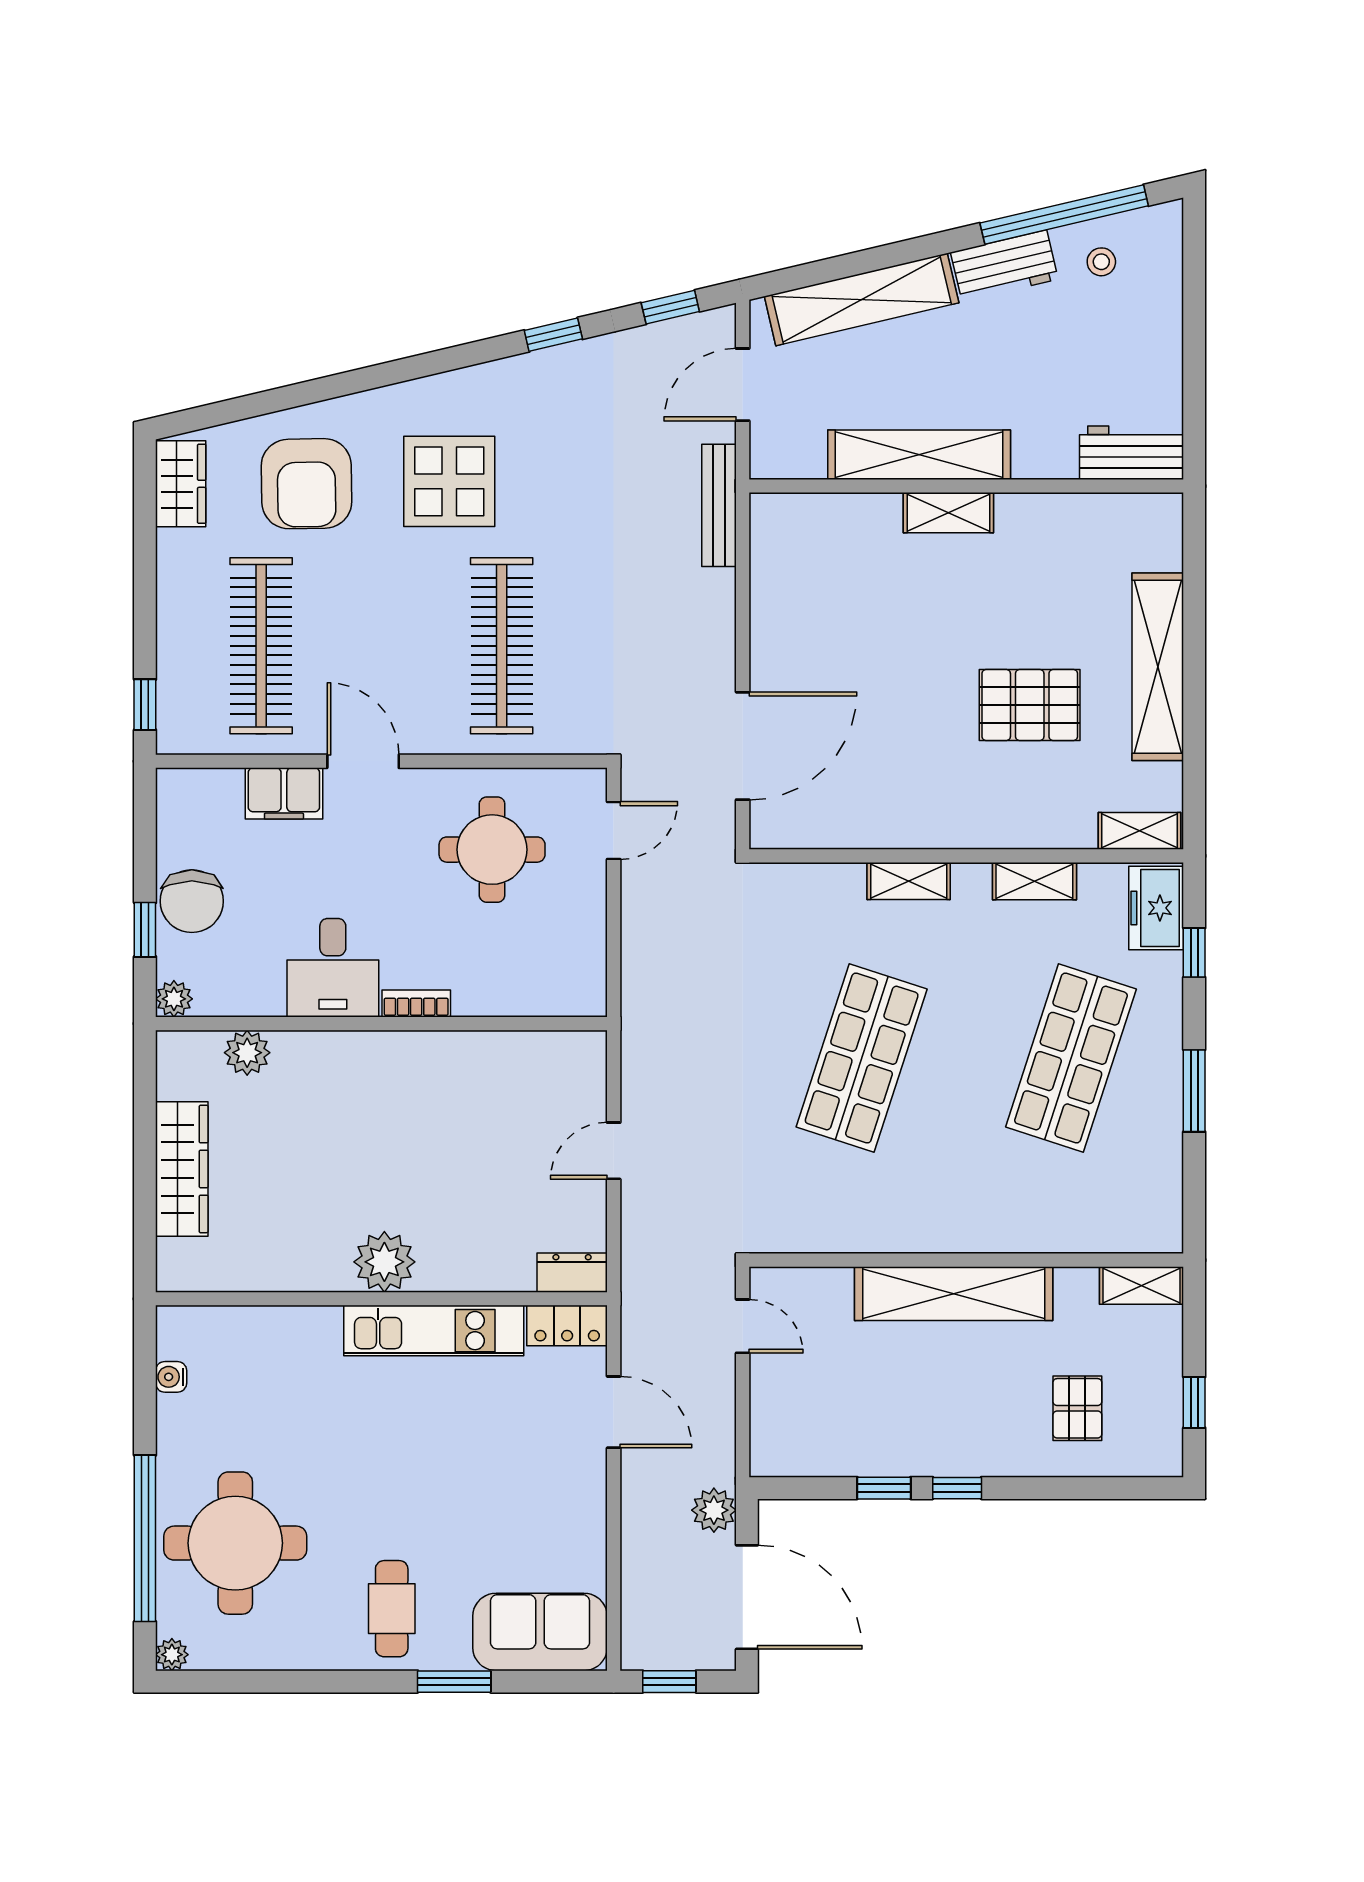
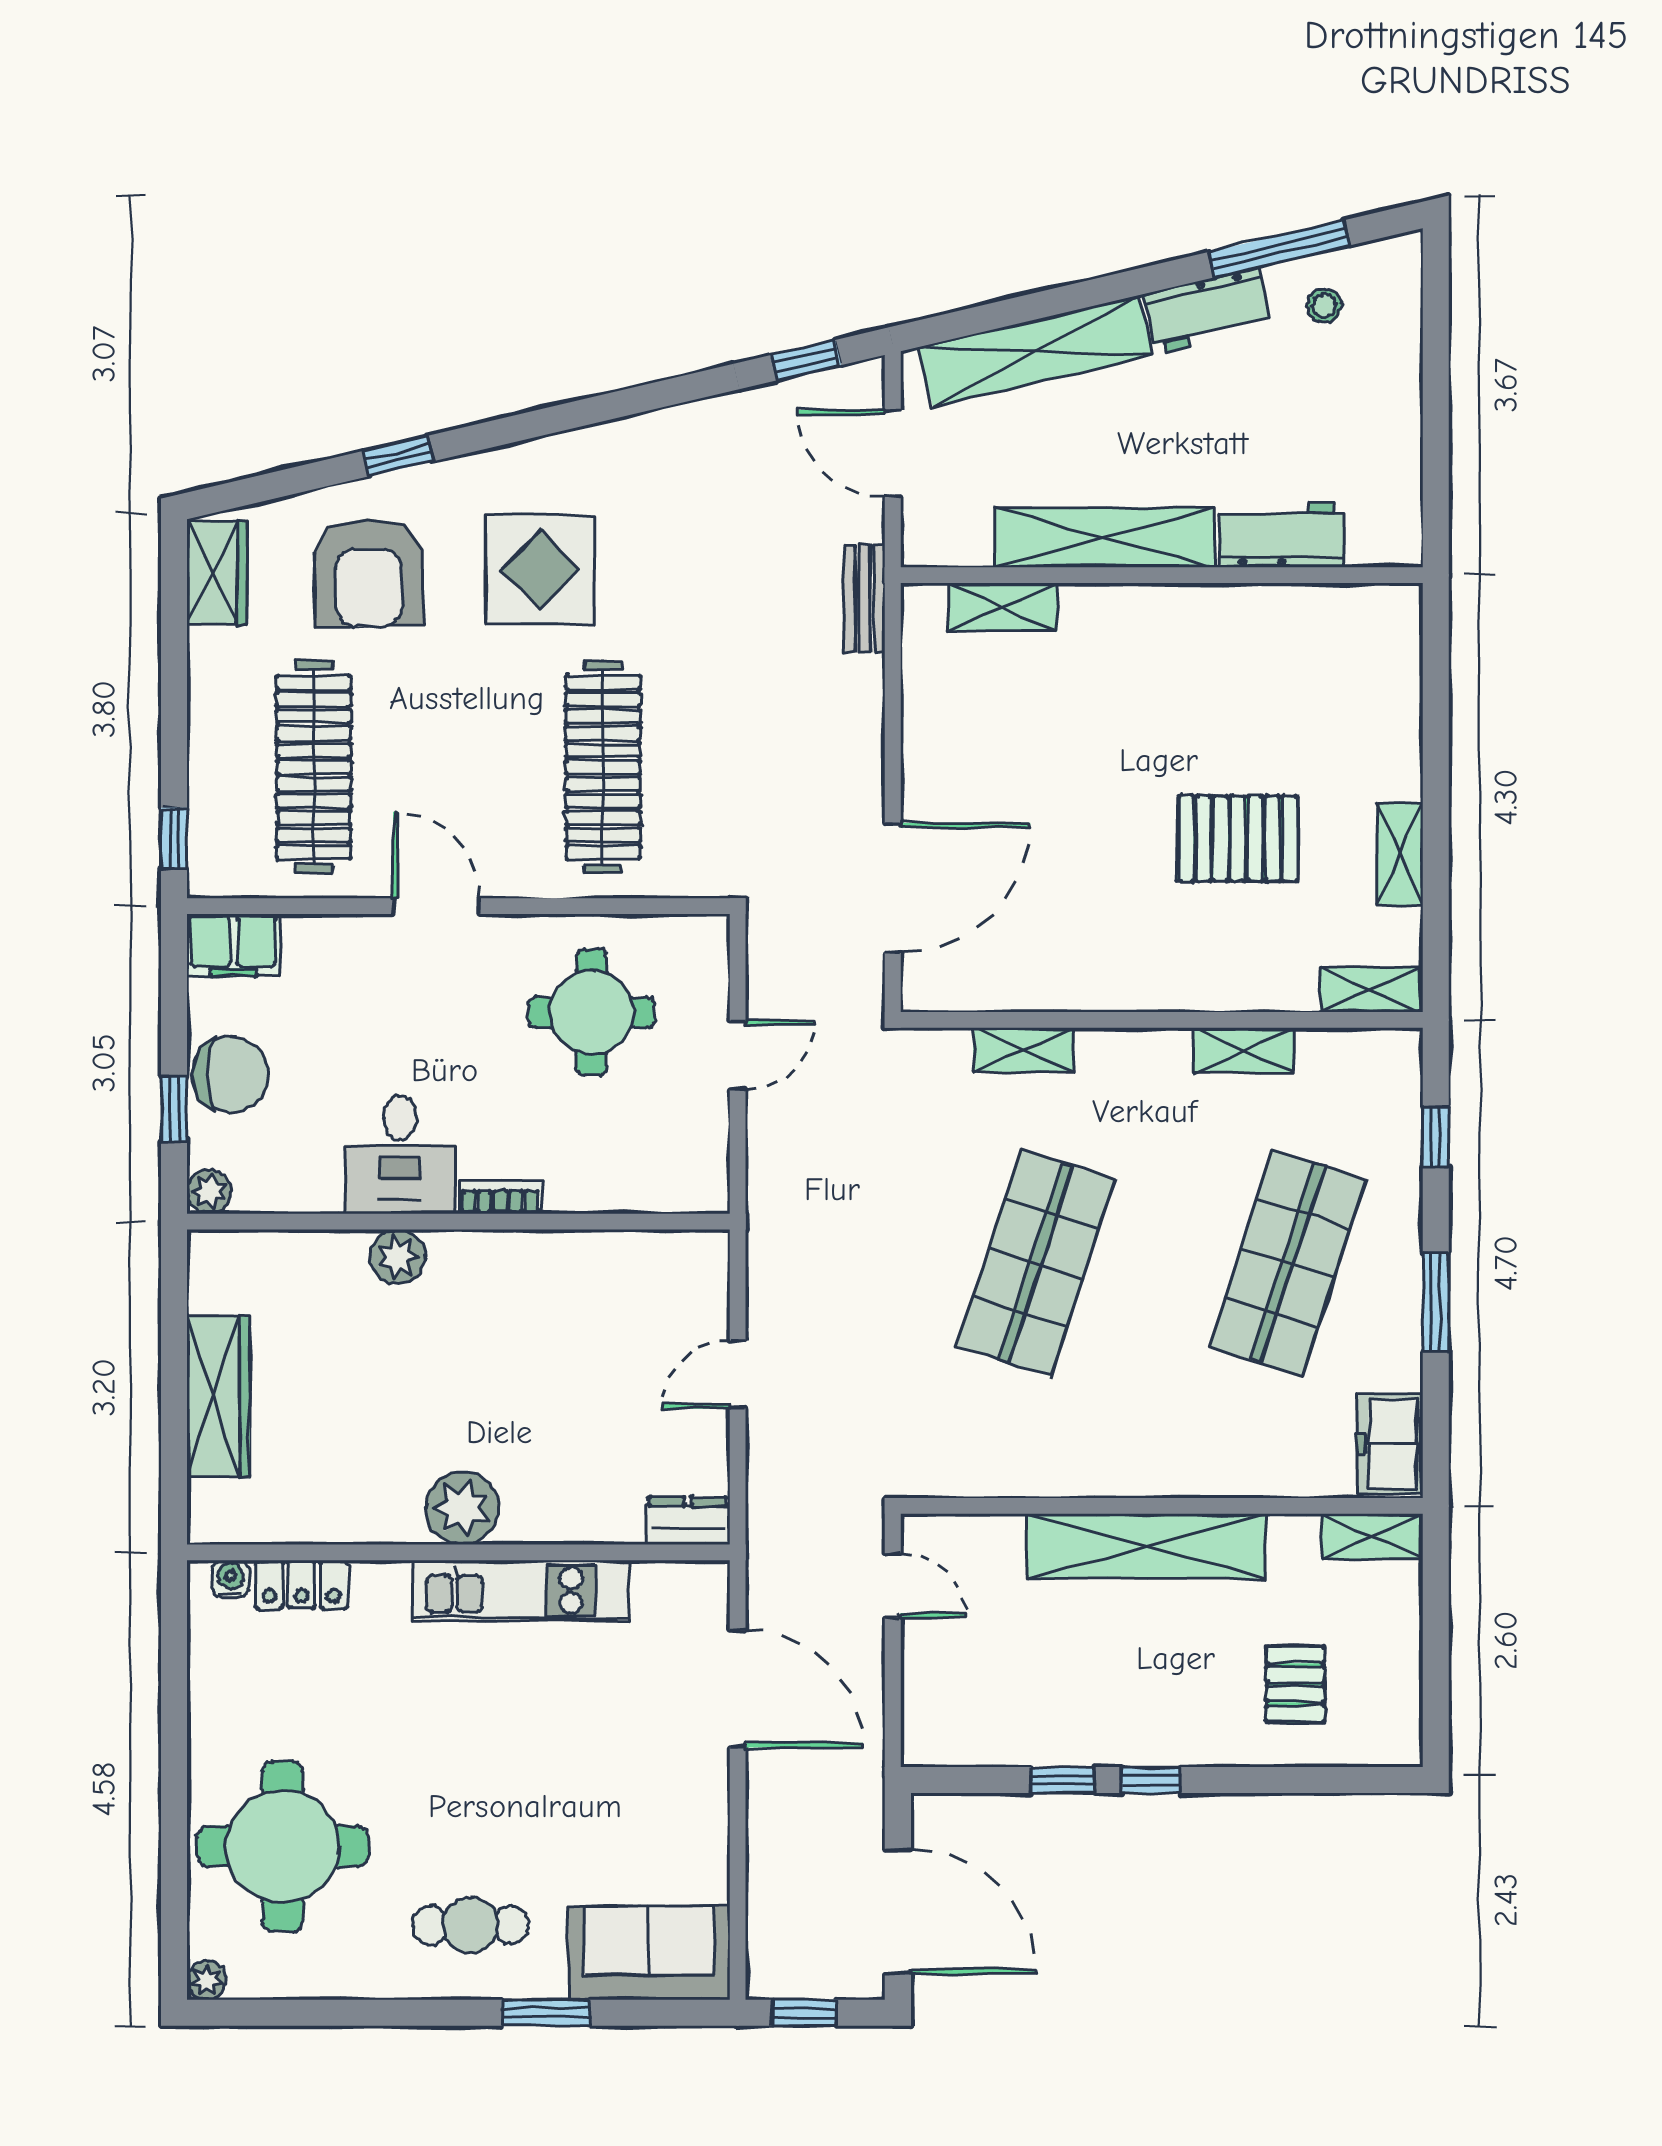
window: (1064, 214) -> (1279, 249), width x0.68
window: (553, 335) -> (397, 456), moved
door: (743, 385) -> (893, 453), hinge flipped
workbench: (1132, 453) -> (1281, 535), moved
bench: (719, 505) -> (864, 598), width x0.73
shelving: (948, 513) -> (1003, 607), moved
shelving: (1158, 667) -> (1400, 854), width x0.45, depth x0.75
filing cabinet: (284, 793) -> (233, 945), moved
door: (614, 831) -> (738, 1055), moved
shelving: (909, 881) -> (1023, 1050), moved
chair: (192, 901) -> (230, 1074), turned -90
freezer: (1156, 908) -> (1390, 1444), moved
plant: (247, 1053) -> (398, 1257), moved
locker: (567, 1326) -> (302, 1585), moved
water cooler: (171, 1377) -> (231, 1579), moved, turned 90
window: (1194, 1402) -> (1436, 1677), removed
door: (614, 1412) -> (738, 1689), width x1.36
plant: (714, 1510) -> (858, 1807), removed
window: (145, 1538) -> (174, 1841), removed
cafe table: (392, 1609) -> (471, 1925), turned 90

